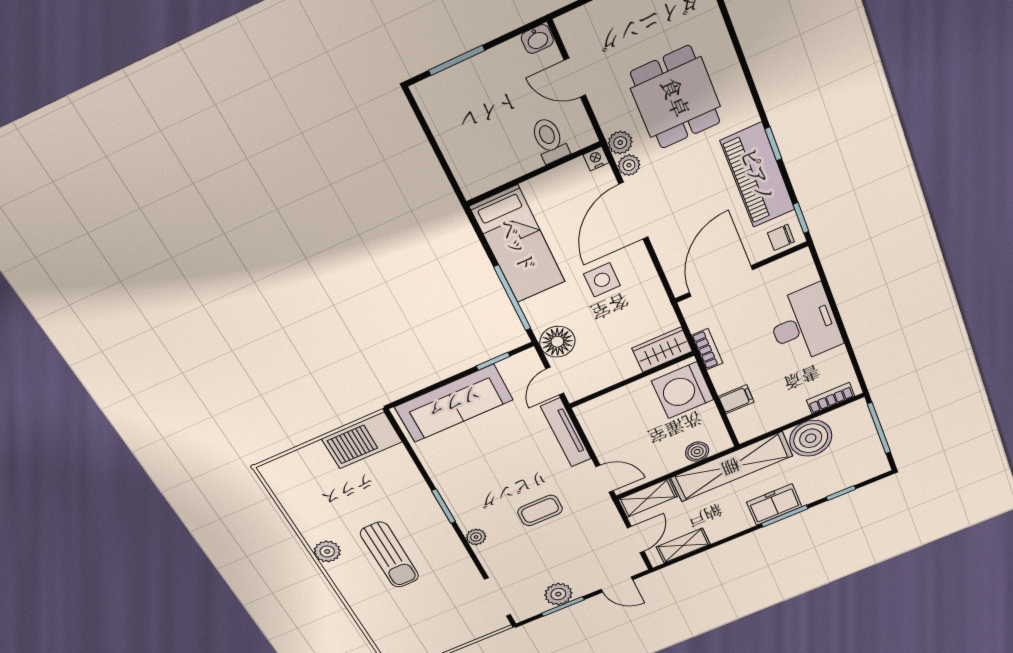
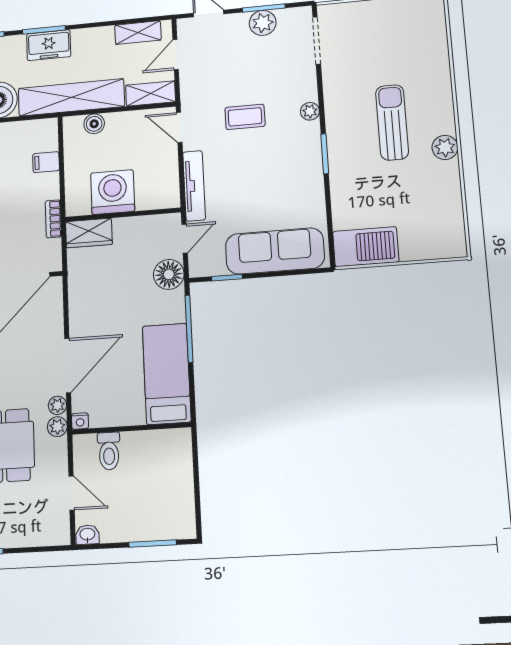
side table: (602, 280) -> (113, 316), removed
washing machine: (683, 390) -> (113, 192), moved, turned -90

